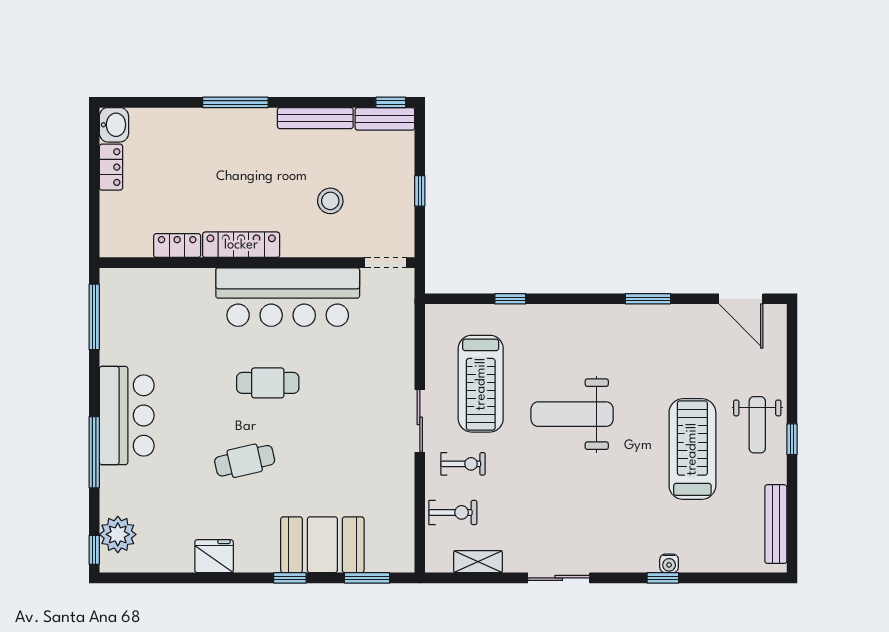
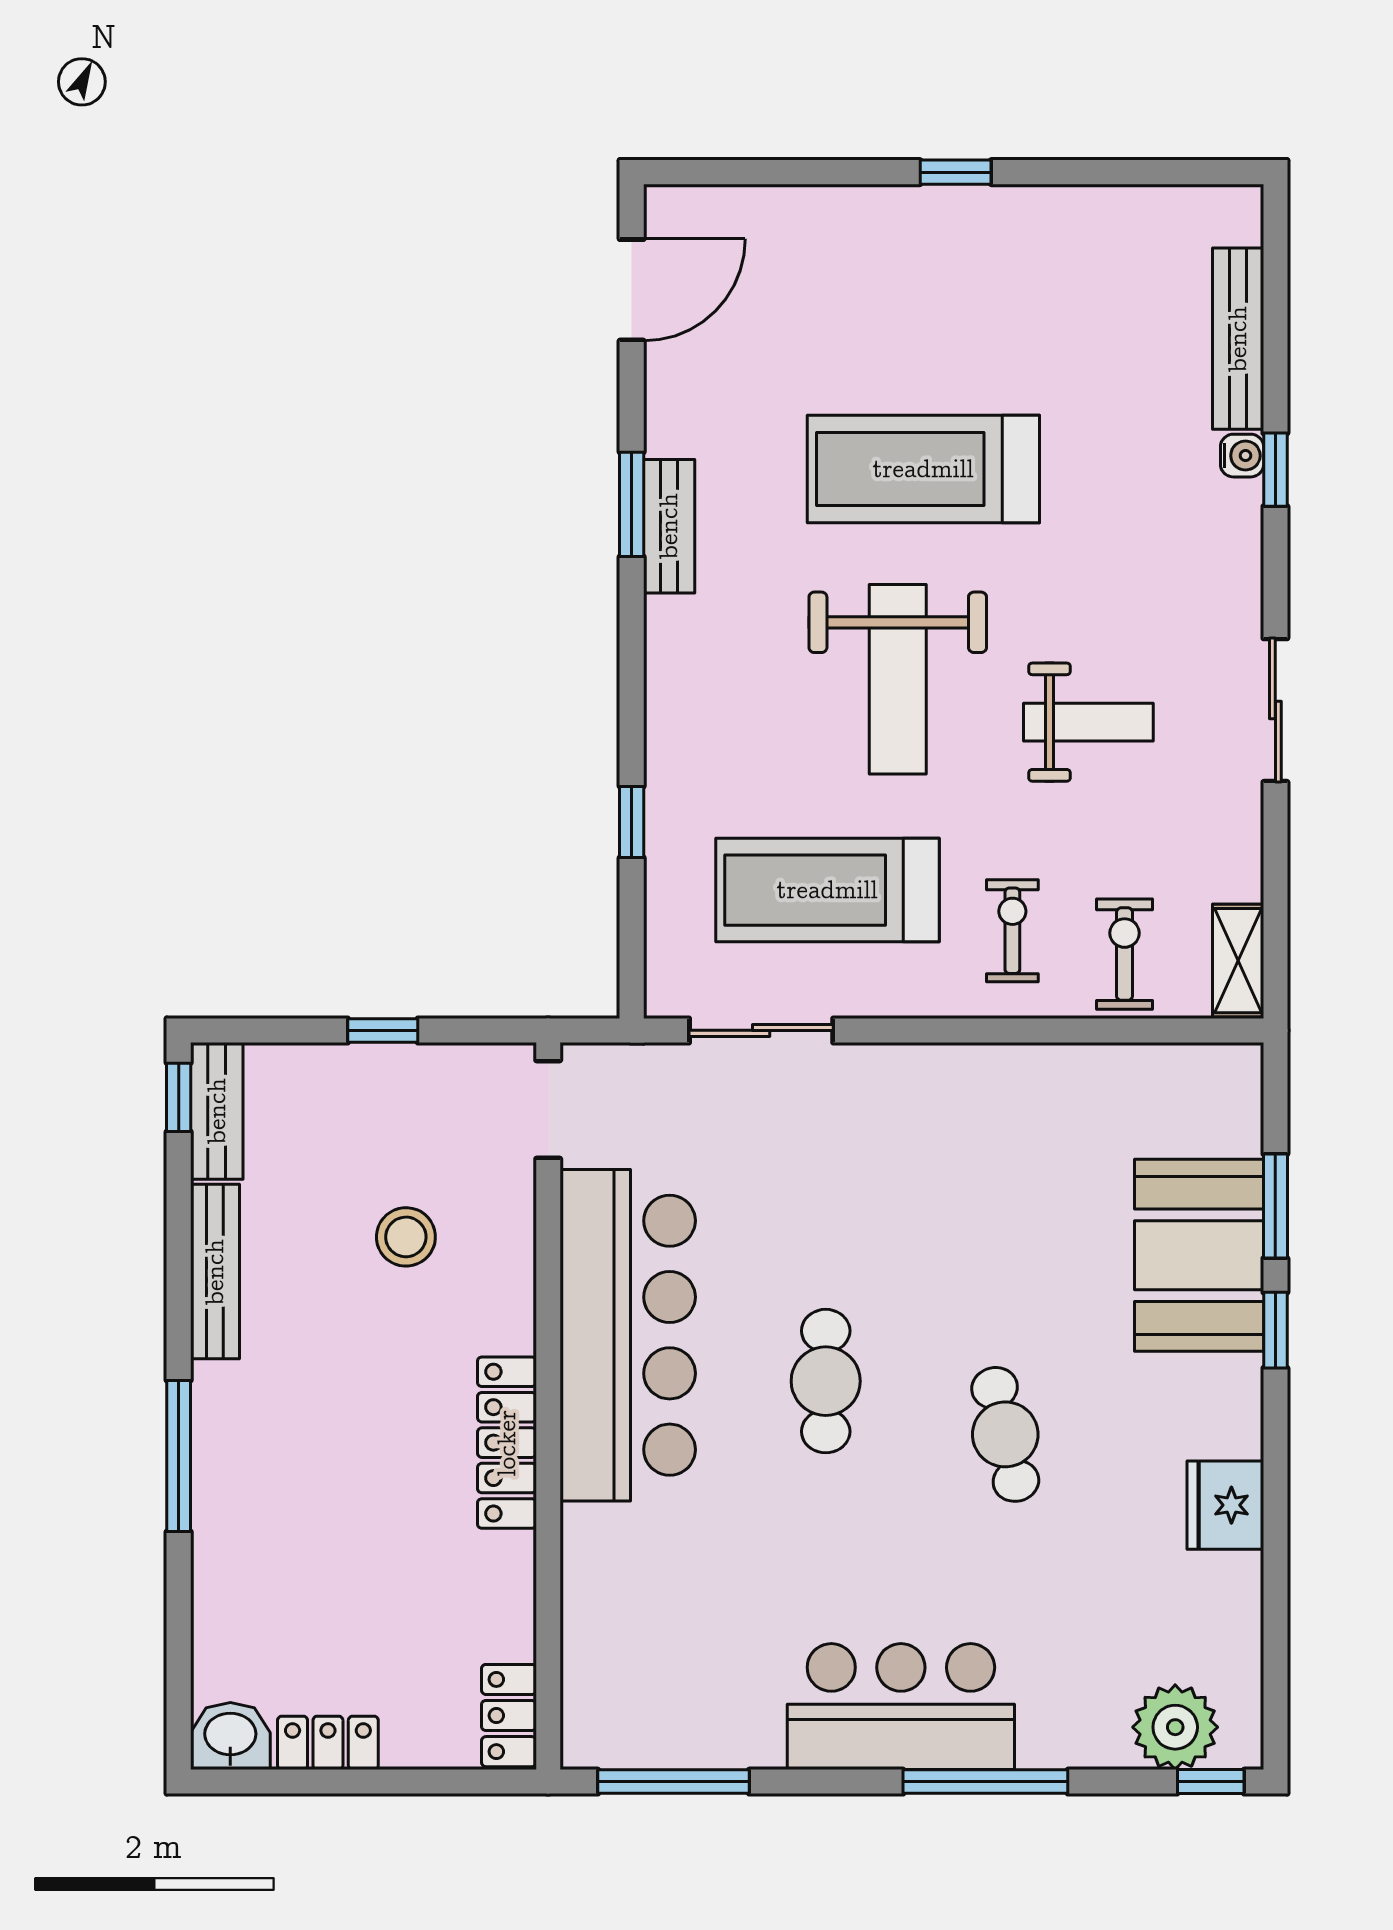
locker: (177, 246) -> (509, 1716), moved
bench: (638, 315) -> (669, 526), added
treadmill: (481, 384) -> (827, 890), turned 180
sliding door: (420, 421) -> (761, 1030), moved
weight bench: (757, 425) -> (1088, 722), moved
treadmill: (692, 449) -> (923, 469), moved
bench: (776, 524) -> (1238, 339), moved, turned 90
shelving: (478, 562) -> (1238, 961), moved
window: (367, 578) -> (1275, 1206), moved

